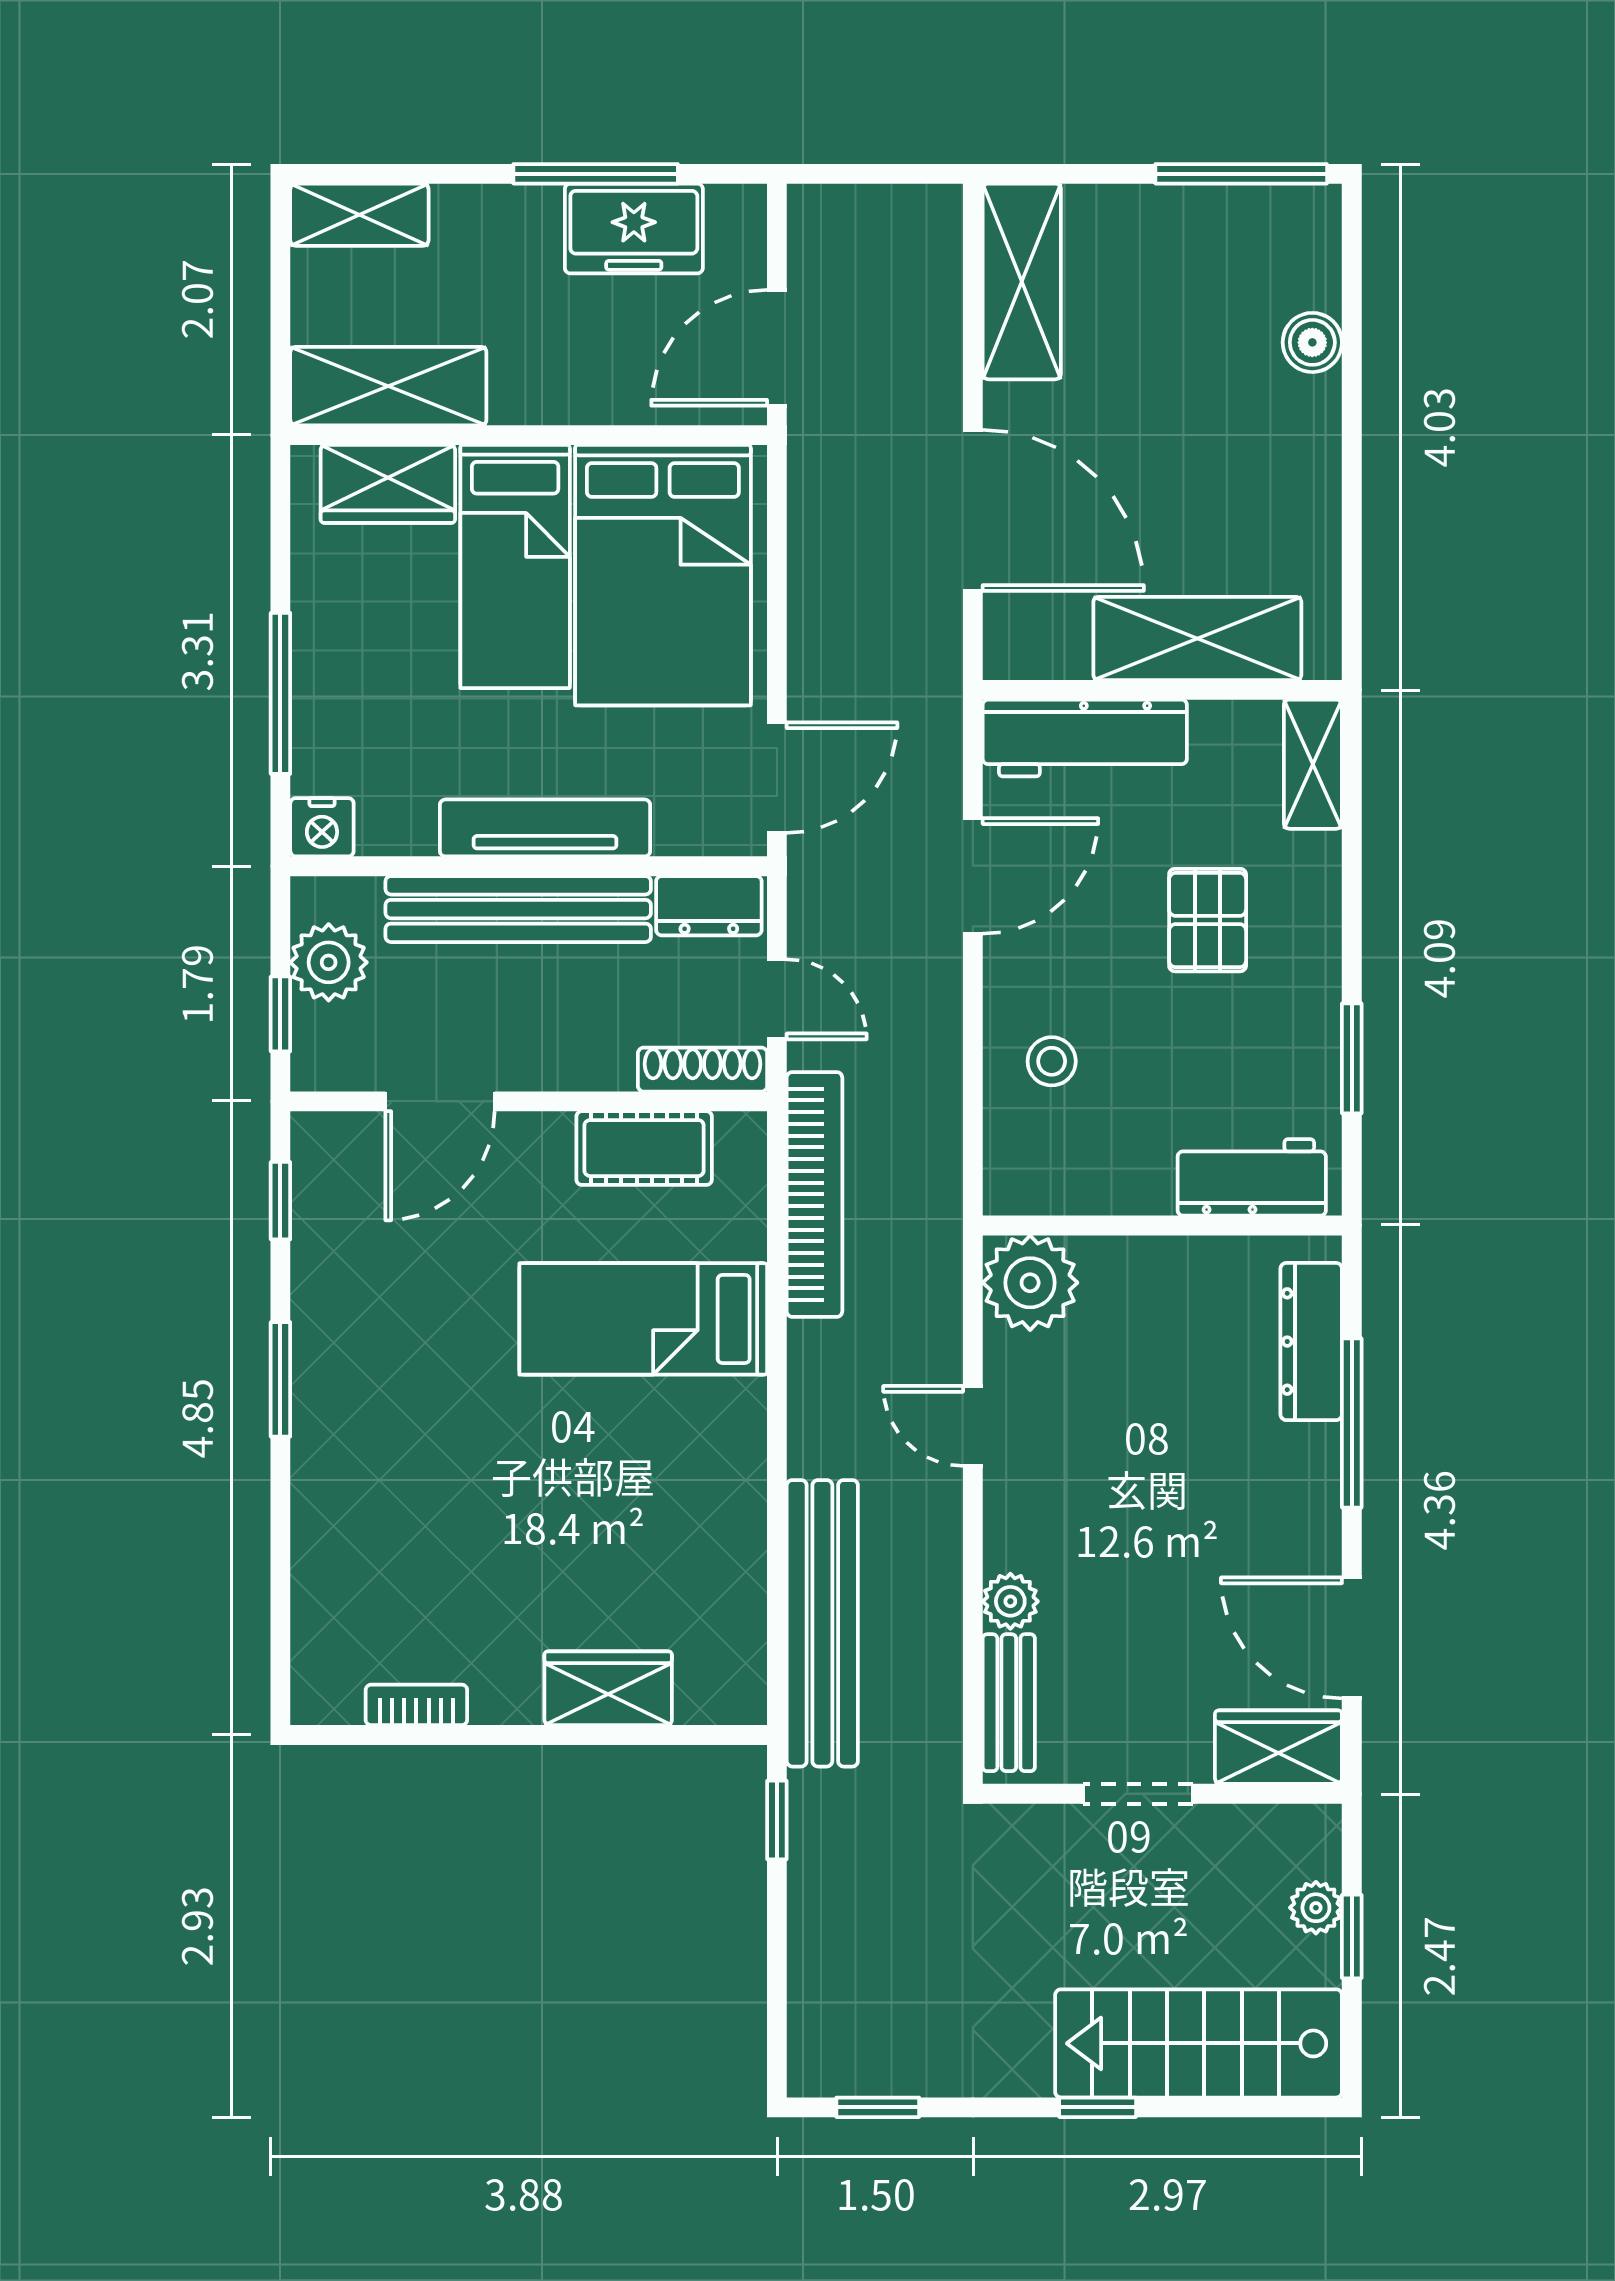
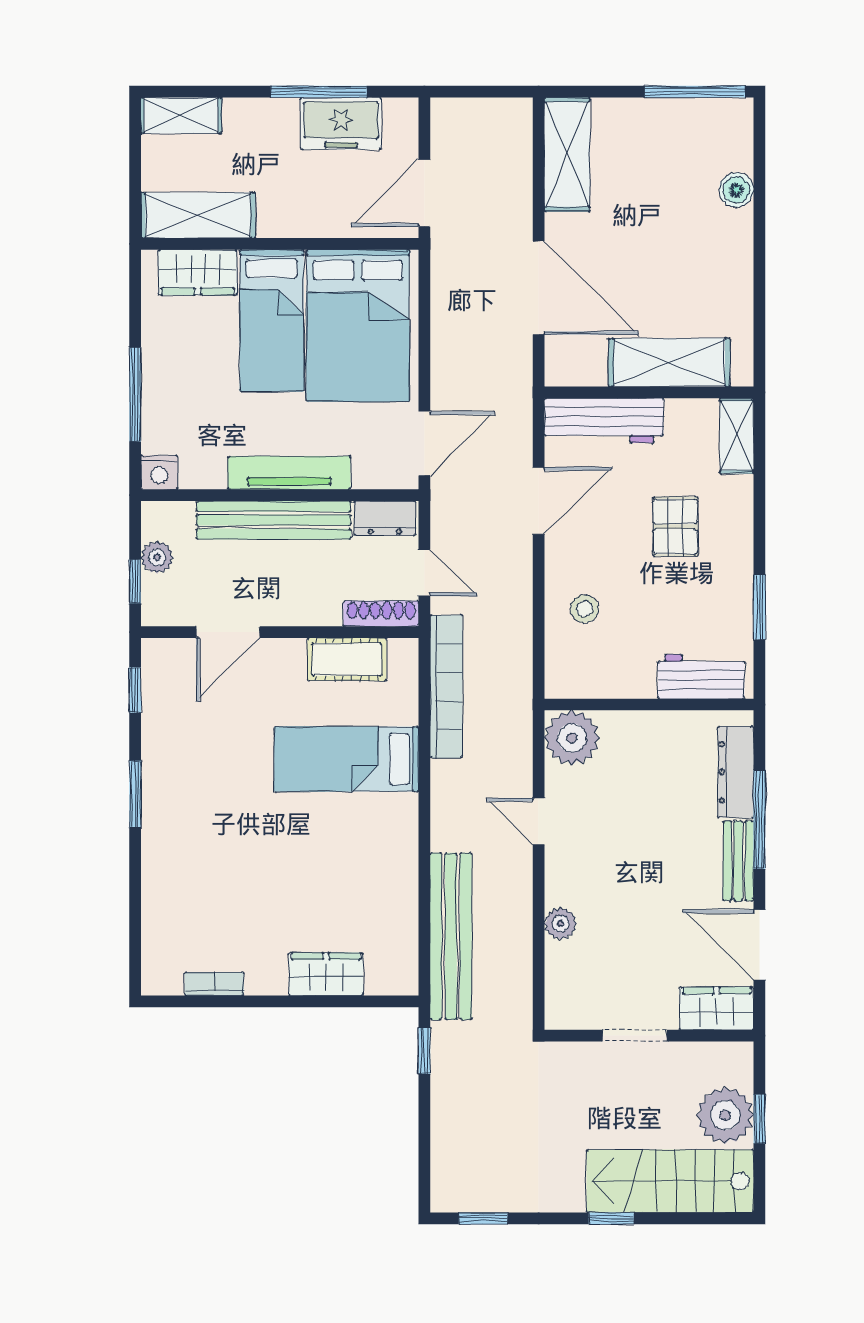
plant: (329, 962) -> (157, 557), width x0.73, depth x0.73
bench: (1009, 1703) -> (738, 861), moved
plant: (1316, 1908) -> (725, 1115), width x1.88, depth x1.88

